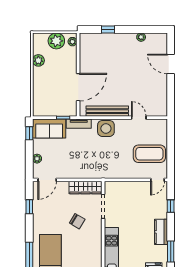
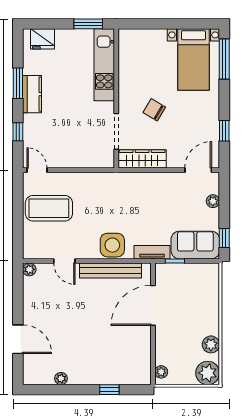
plant: (56, 41) -> (208, 373), moved
plant: (163, 112) -> (29, 269), added
door: (158, 180) -> (37, 170), hinge flipped
window: (171, 251) -> (18, 83), moved

